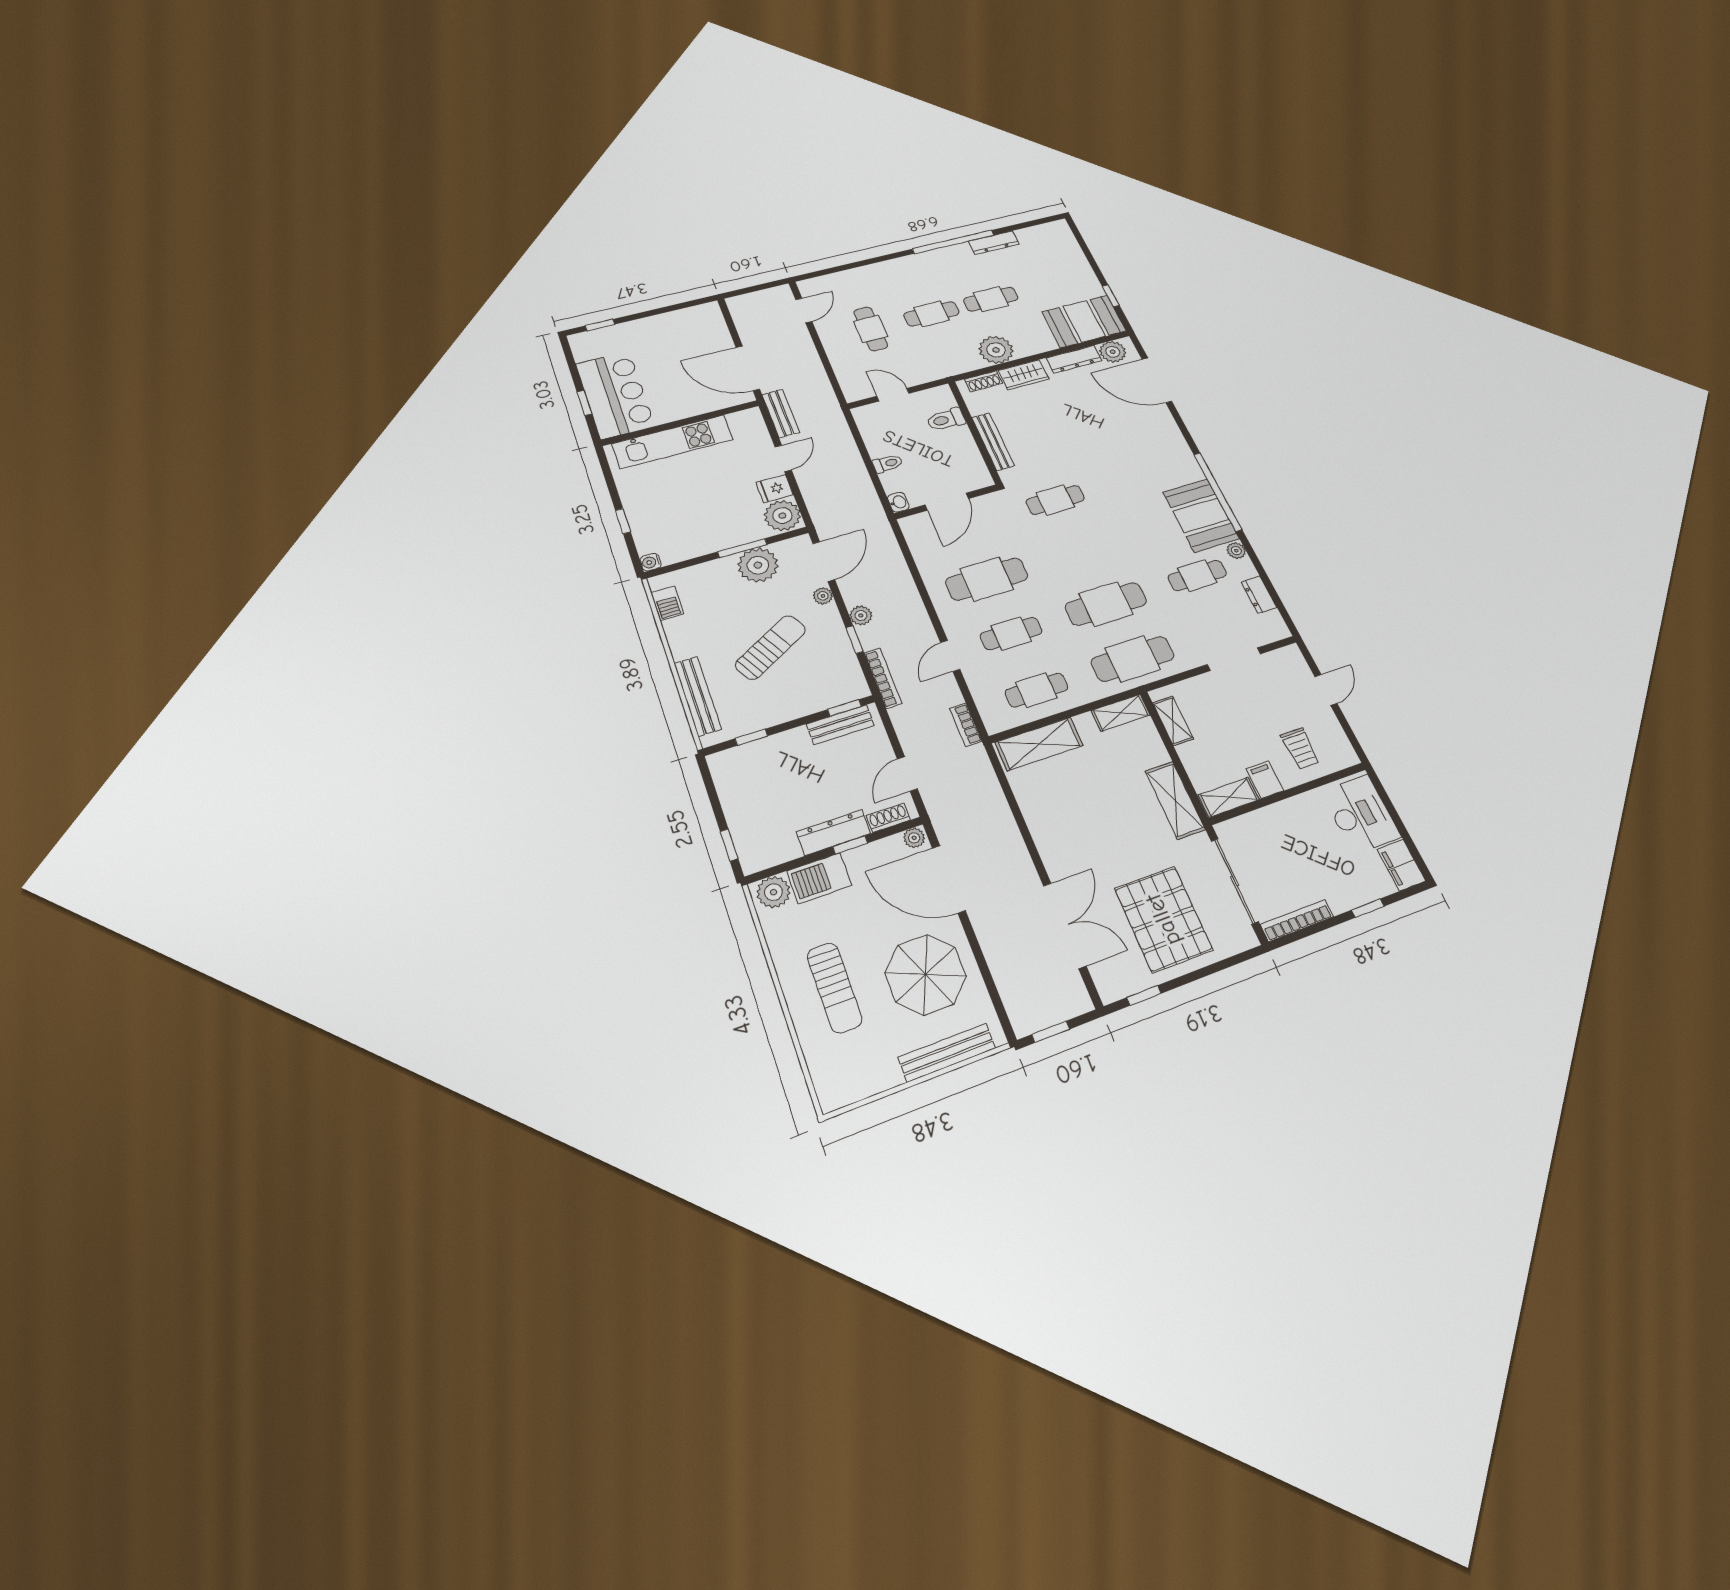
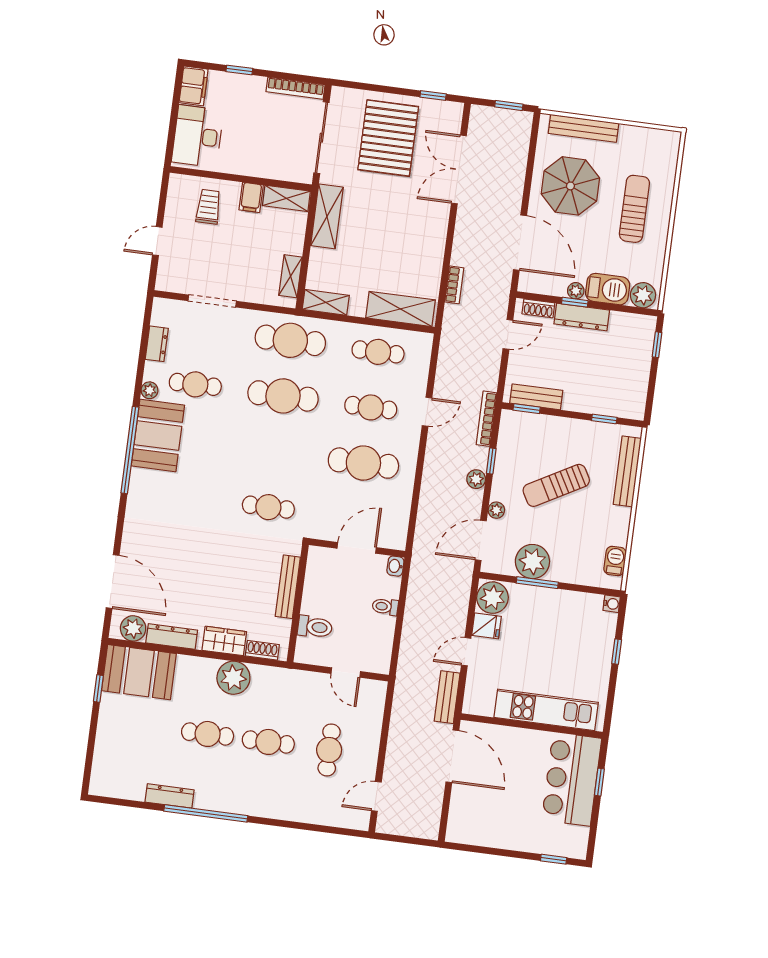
bookcase: (966, 725) -> (454, 285), moved
plant: (914, 838) -> (576, 291), moved

